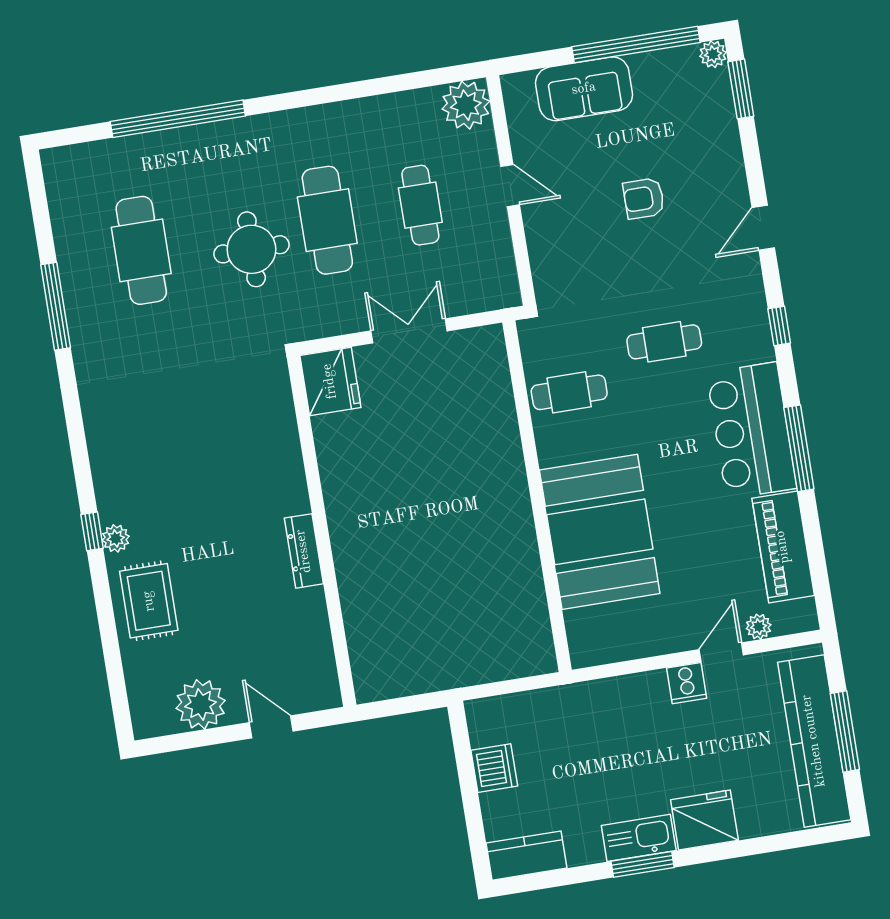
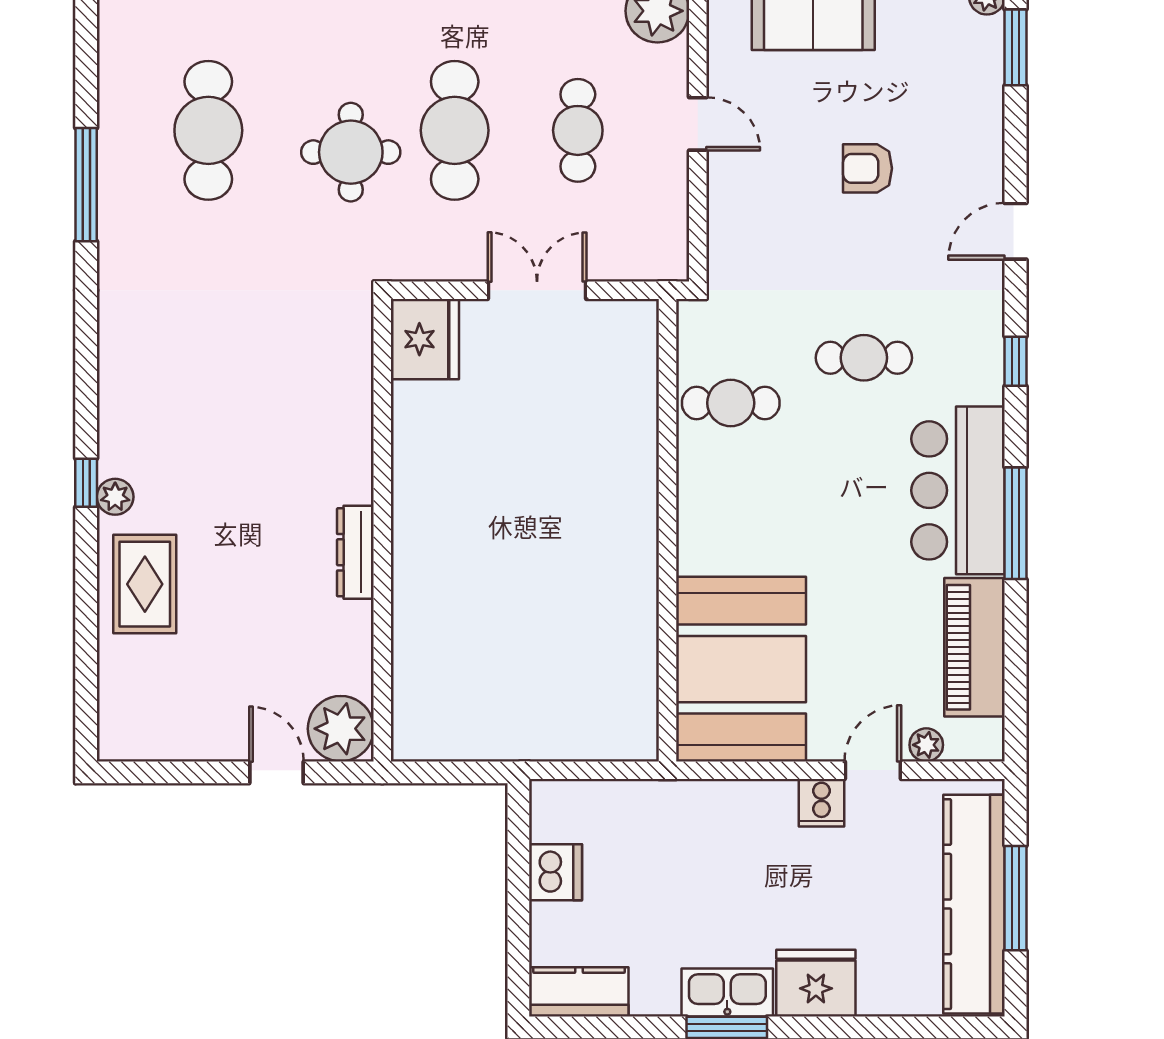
booth: (600, 532) -> (741, 669), moved
plant: (201, 704) -> (341, 729), moved

